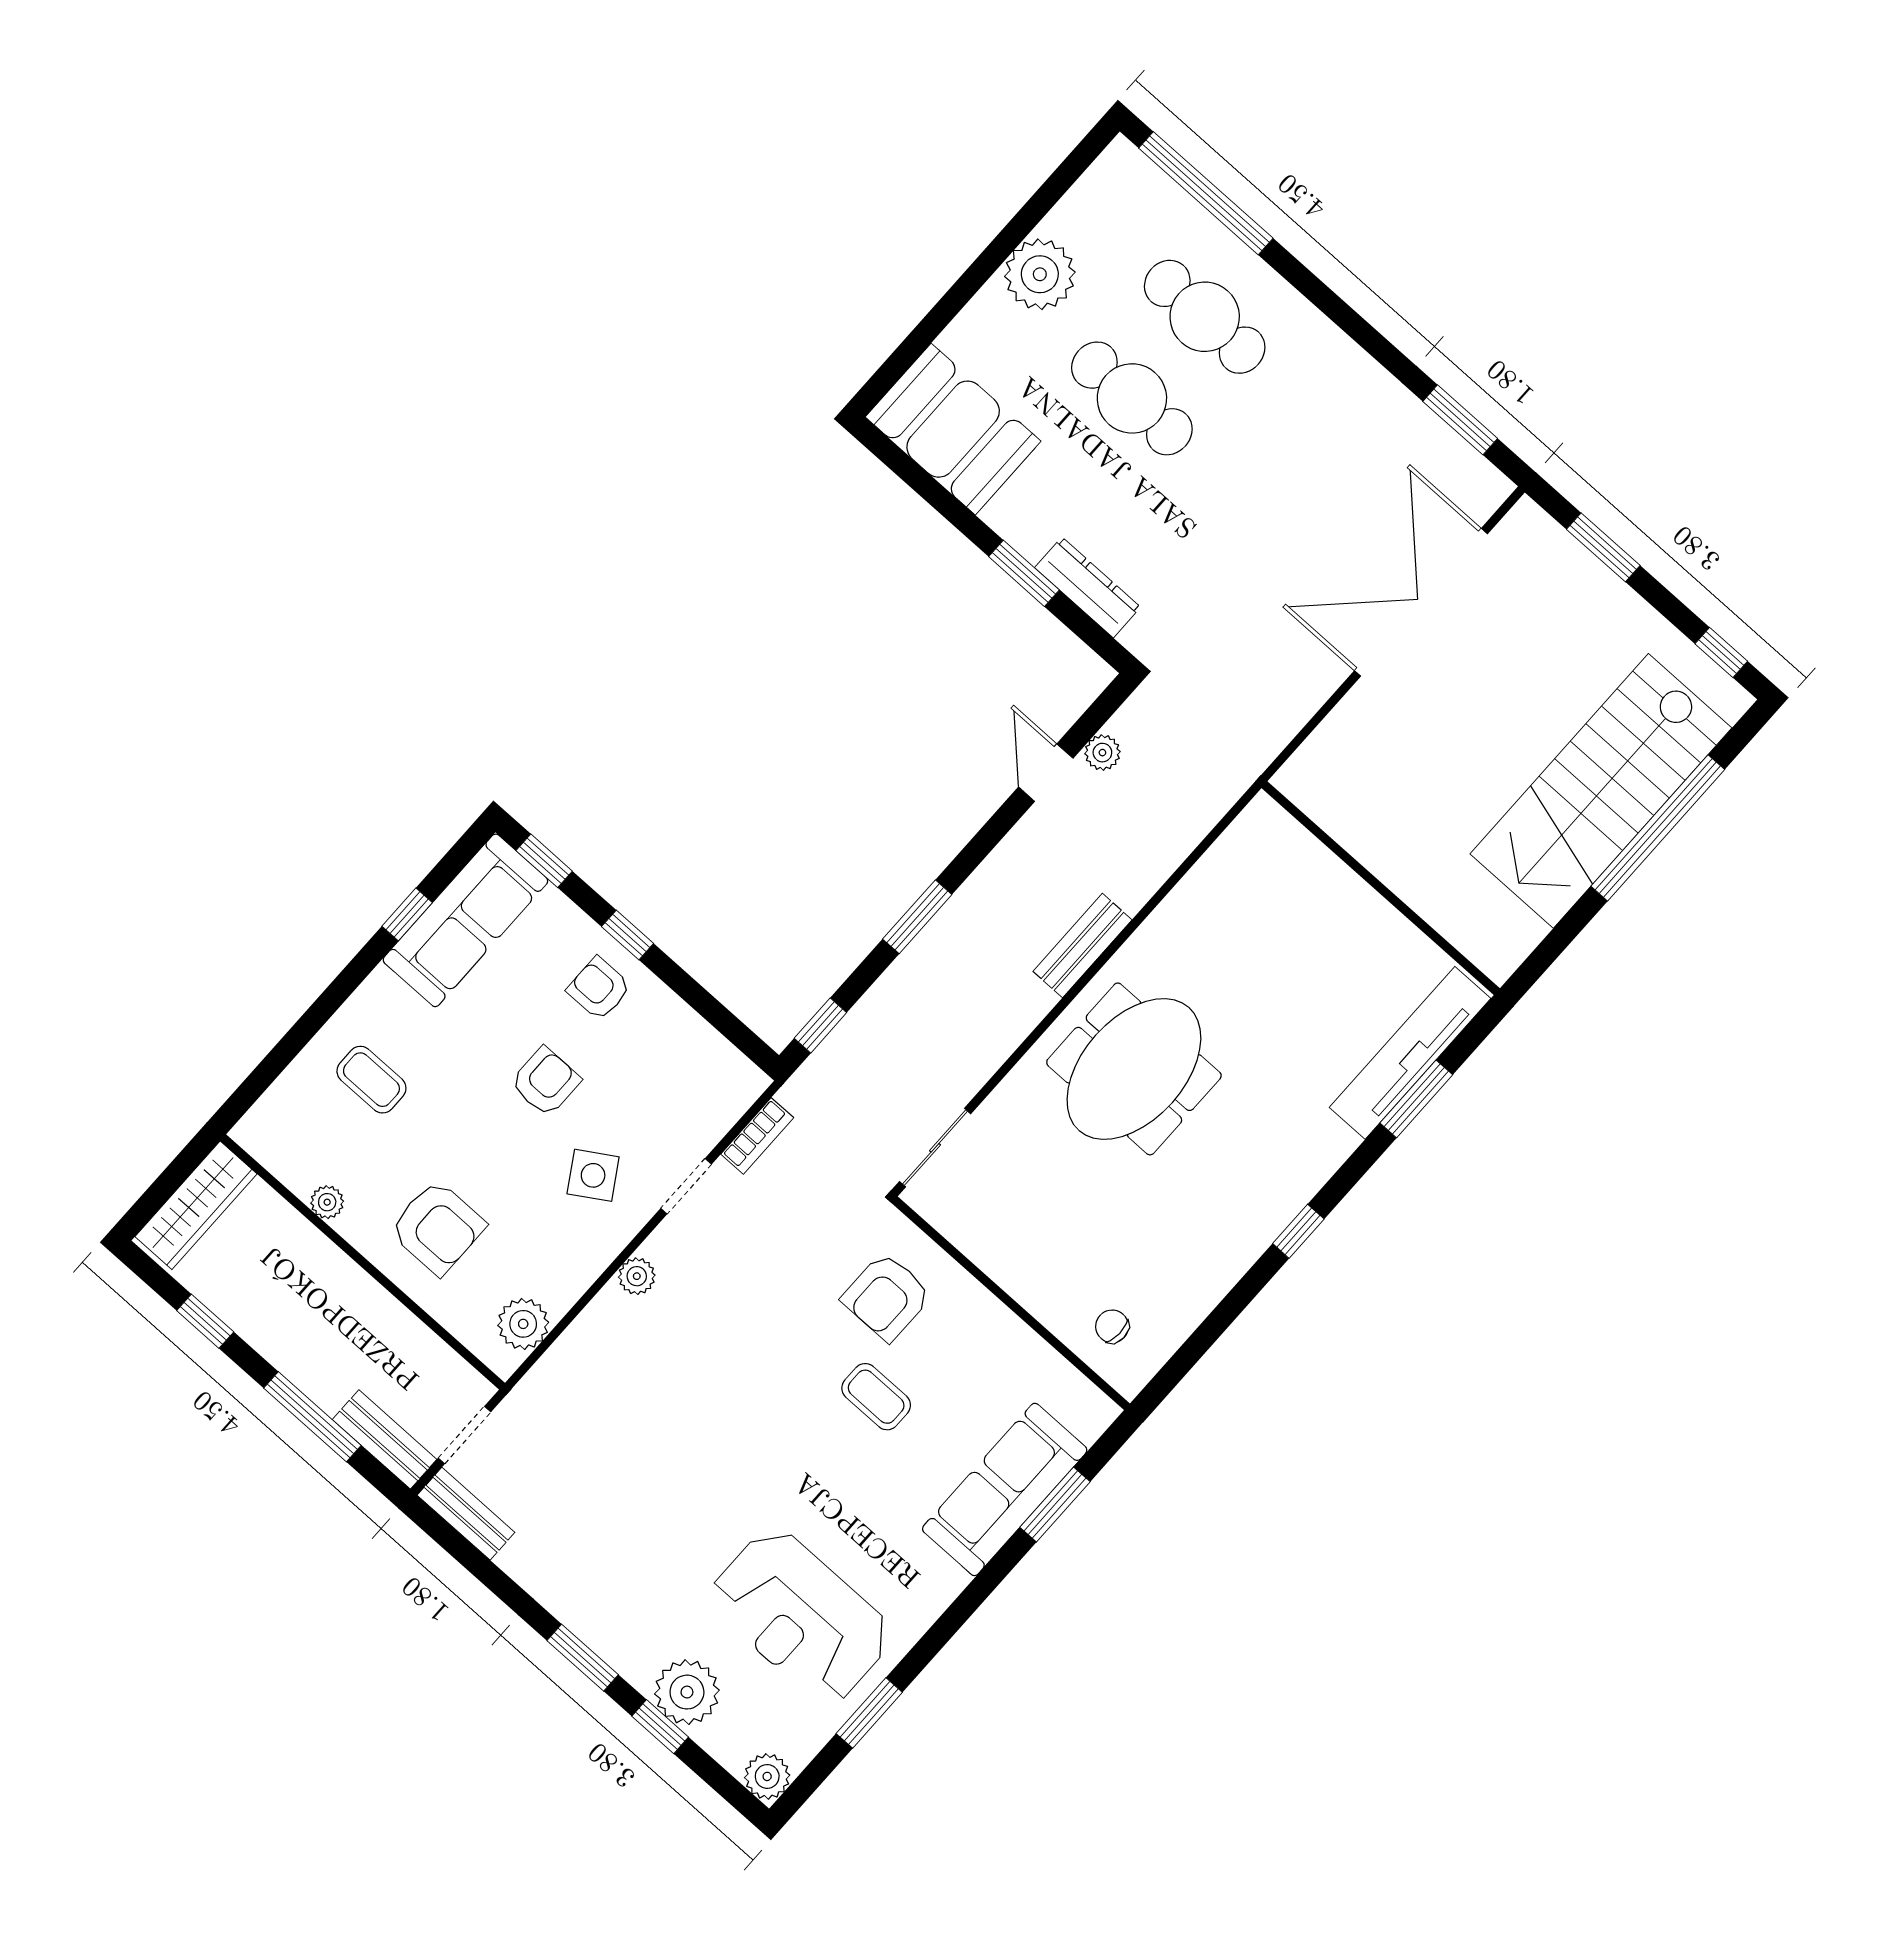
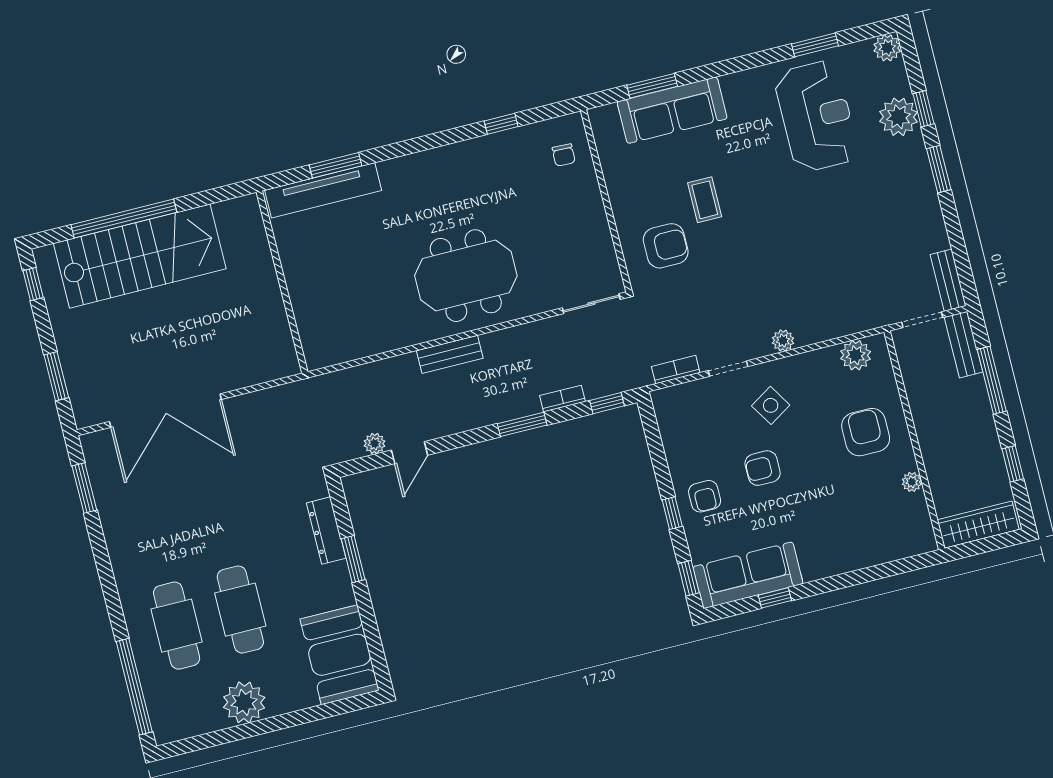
bookcase: (886, 990) -> (562, 399), added
coffee table: (371, 1080) -> (848, 528), removed
window: (1298, 1231) -> (501, 124), moved

